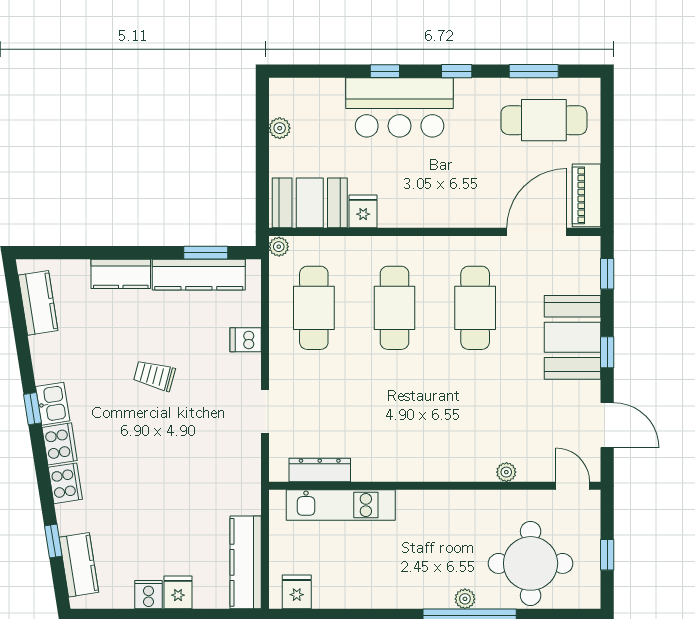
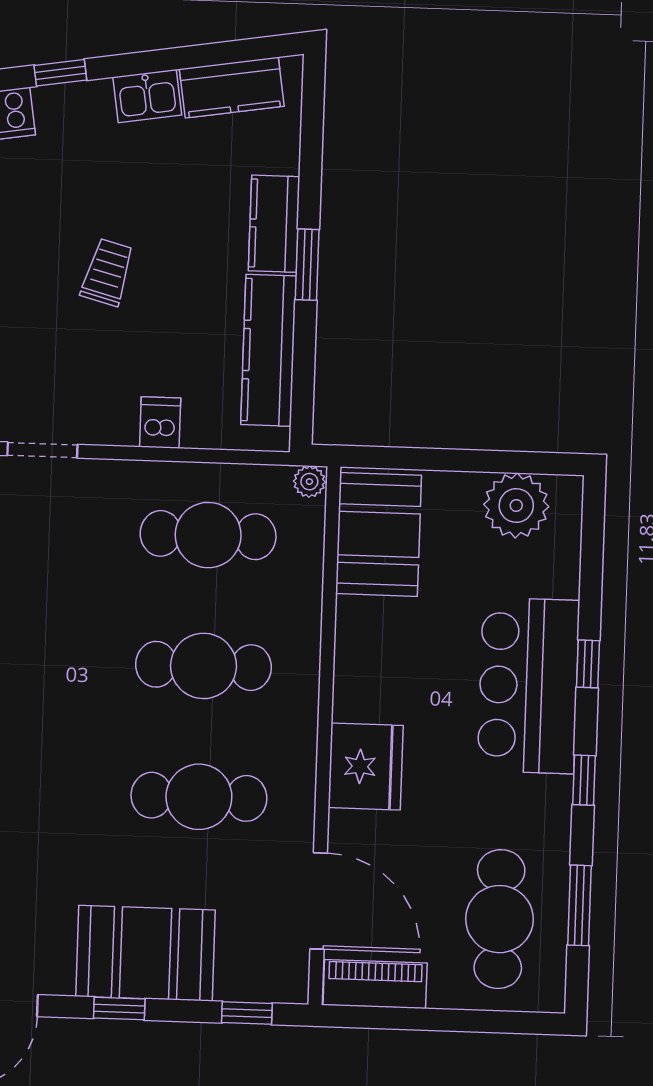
plant: (280, 128) -> (516, 505), width x1.87, depth x1.87
fridge: (363, 211) -> (366, 767), moved, width x1.88, depth x1.34
window: (206, 253) -> (307, 265), moved
kitchen sink: (53, 404) -> (147, 96), moved

